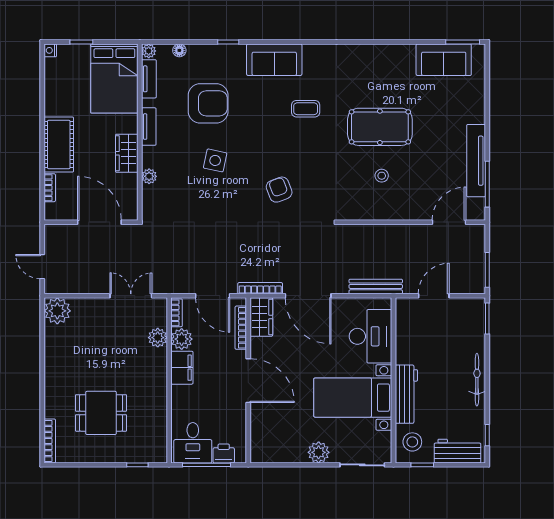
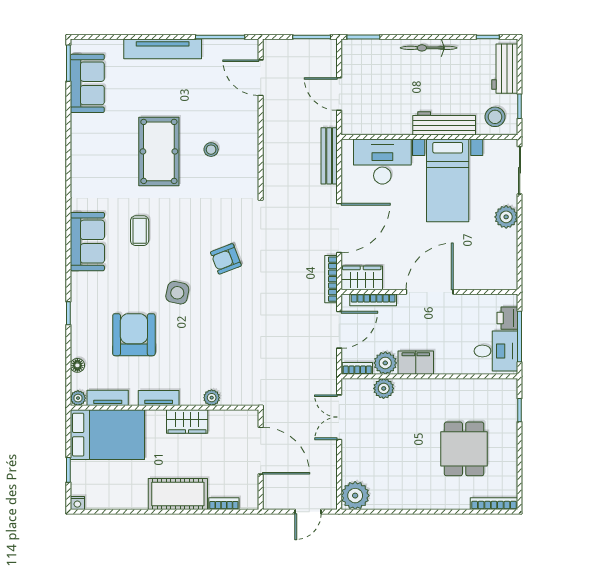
sofa: (274, 60) -> (87, 242), moved
side table: (215, 160) -> (177, 293), moved
tv unit: (476, 161) -> (163, 49), moved
door: (99, 222) -> (261, 451), swing flipped

